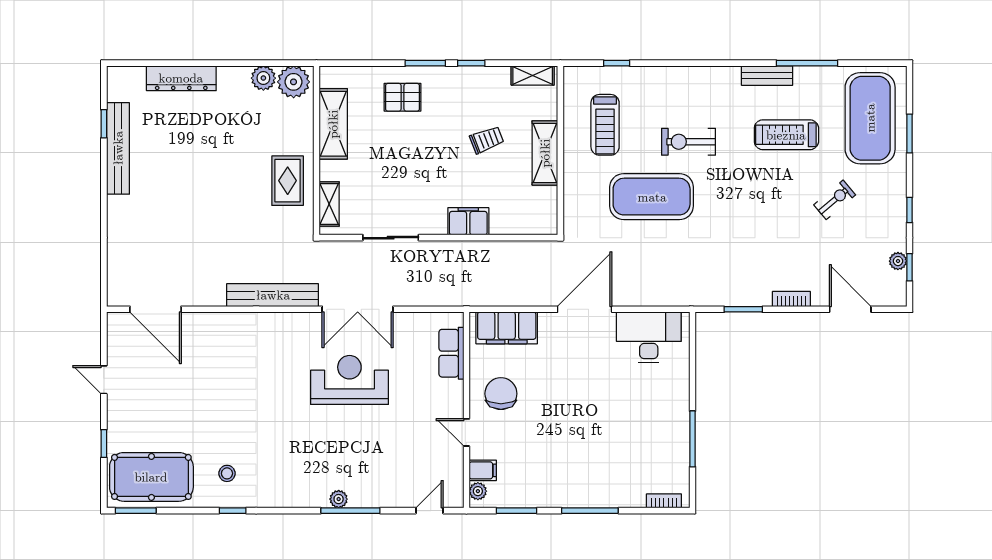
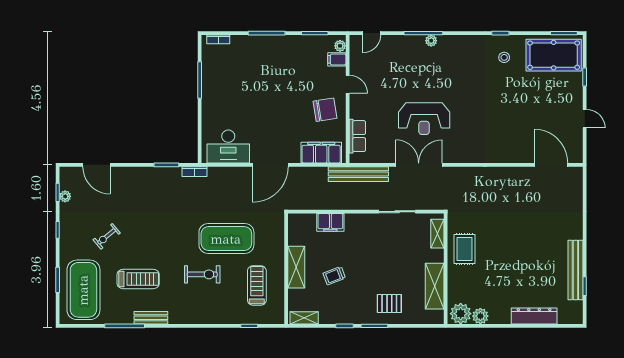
filing cabinet: (468, 221) -> (330, 222), moved
bench: (273, 295) -> (358, 174), moved
bookcase: (791, 299) -> (195, 172), moved
chair: (501, 394) -> (325, 110), turned -99

